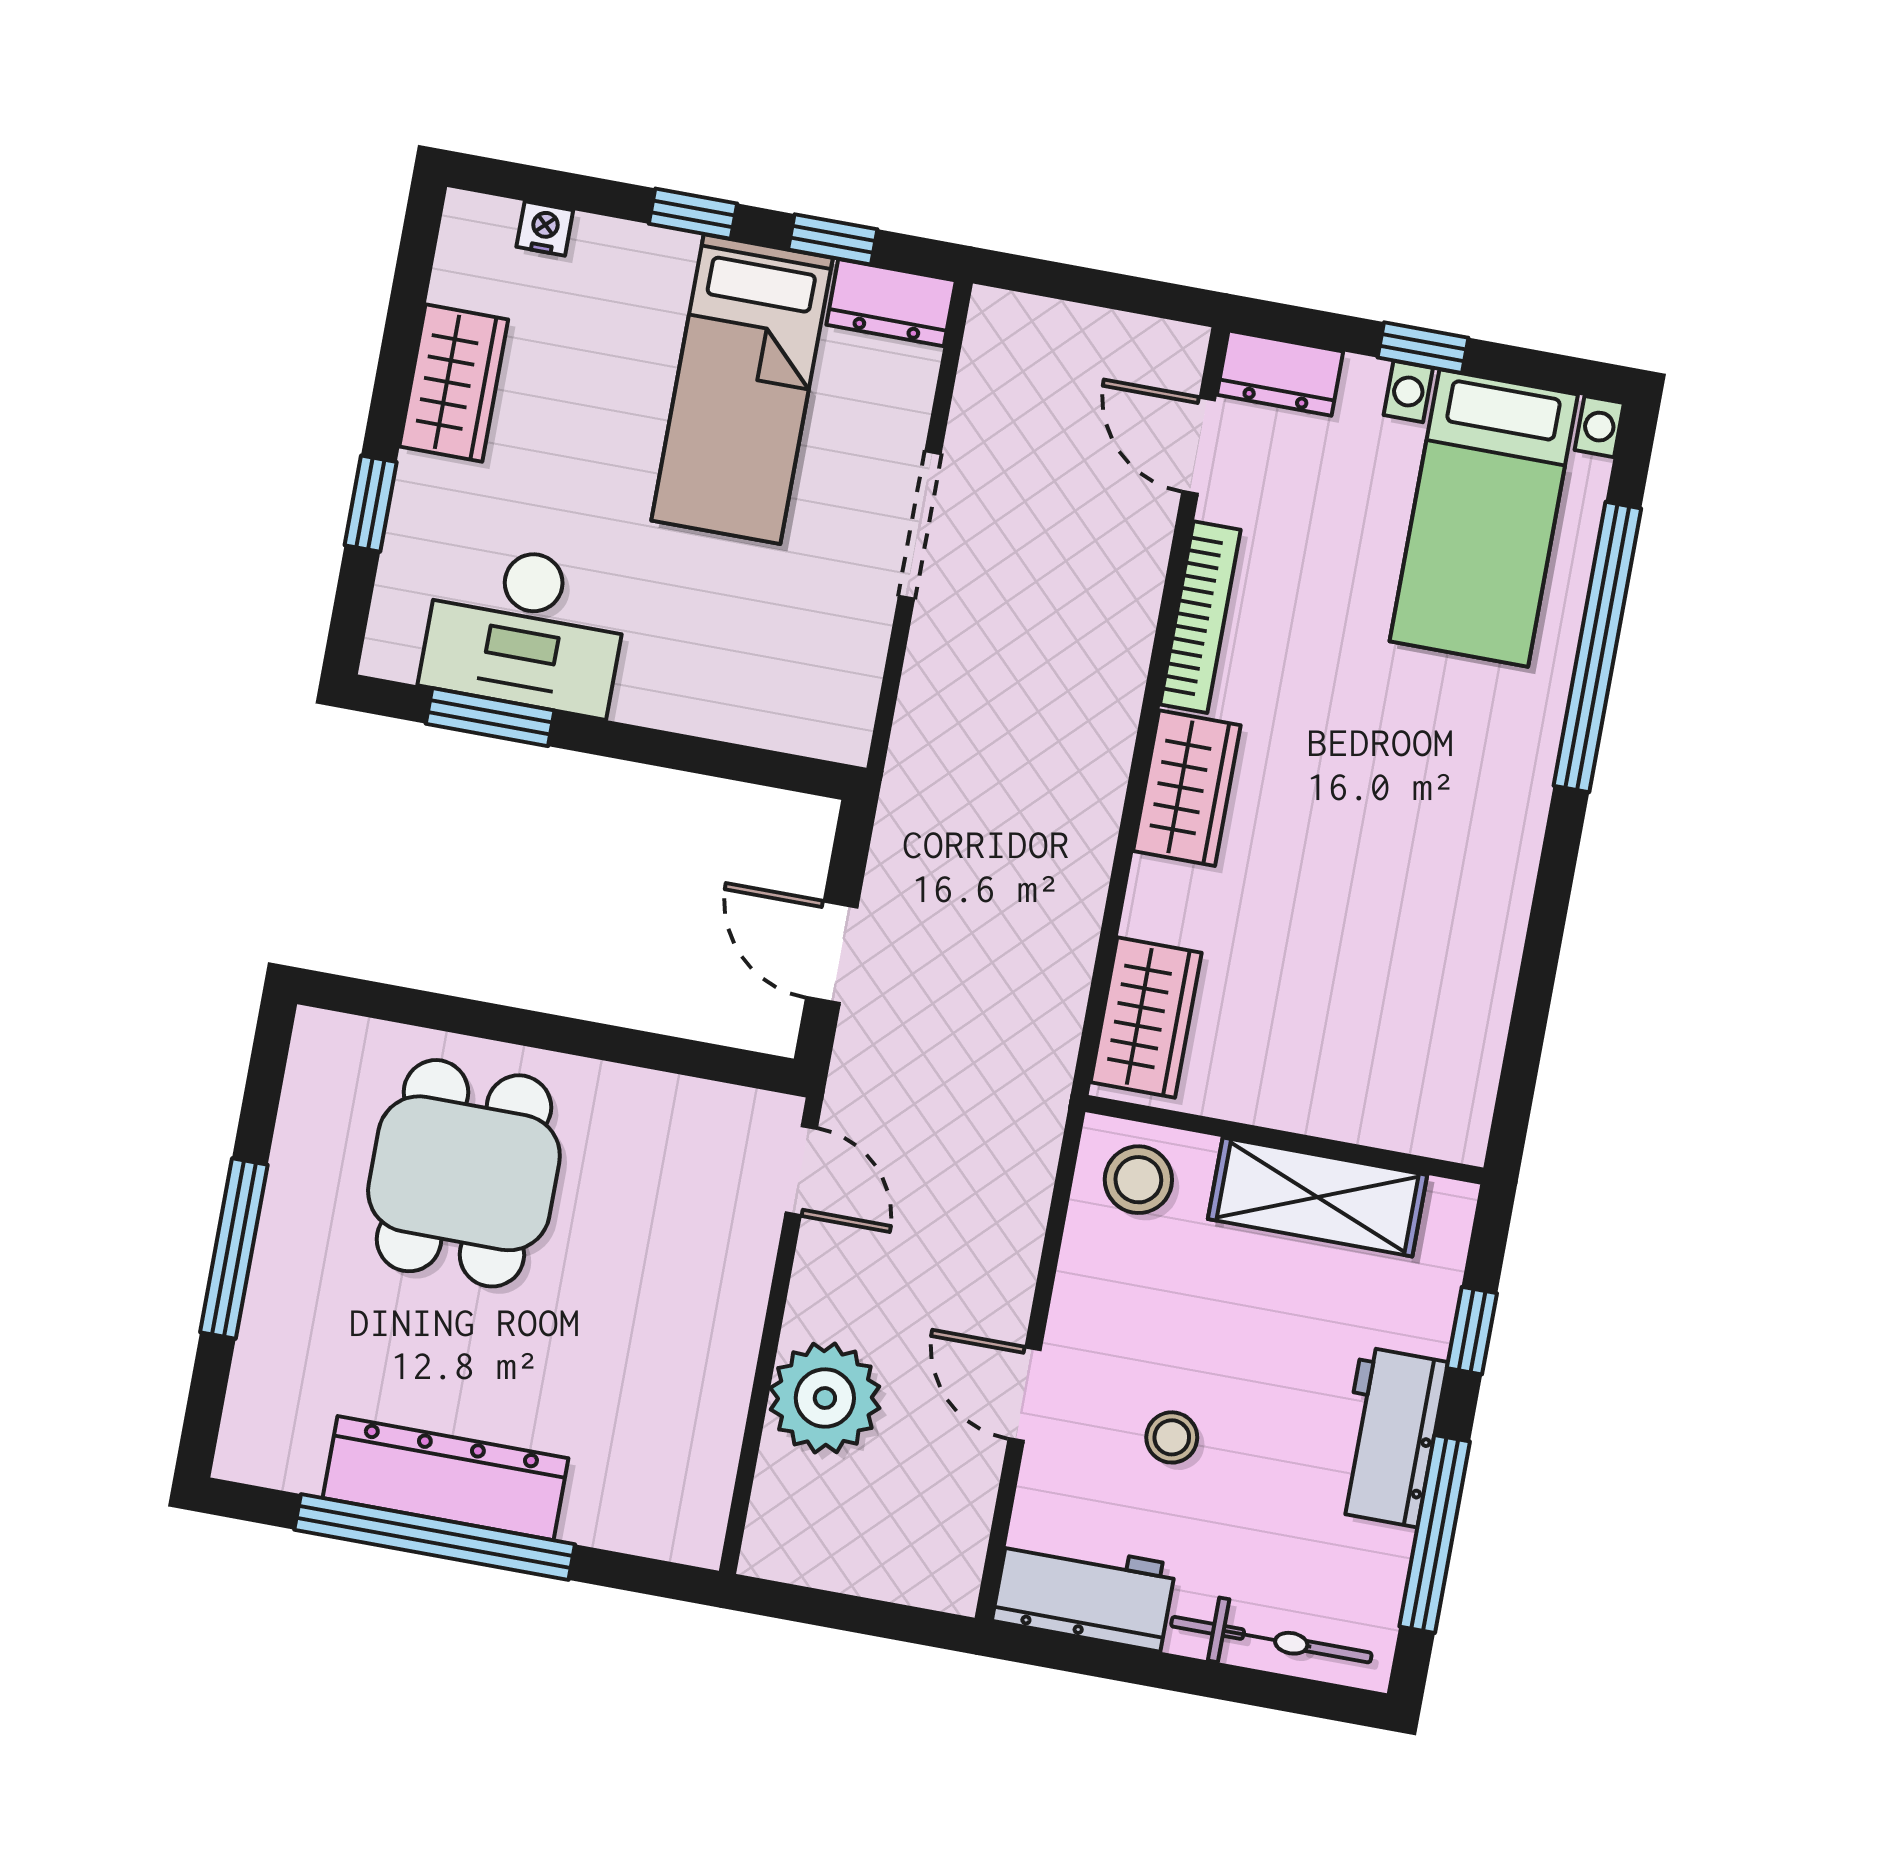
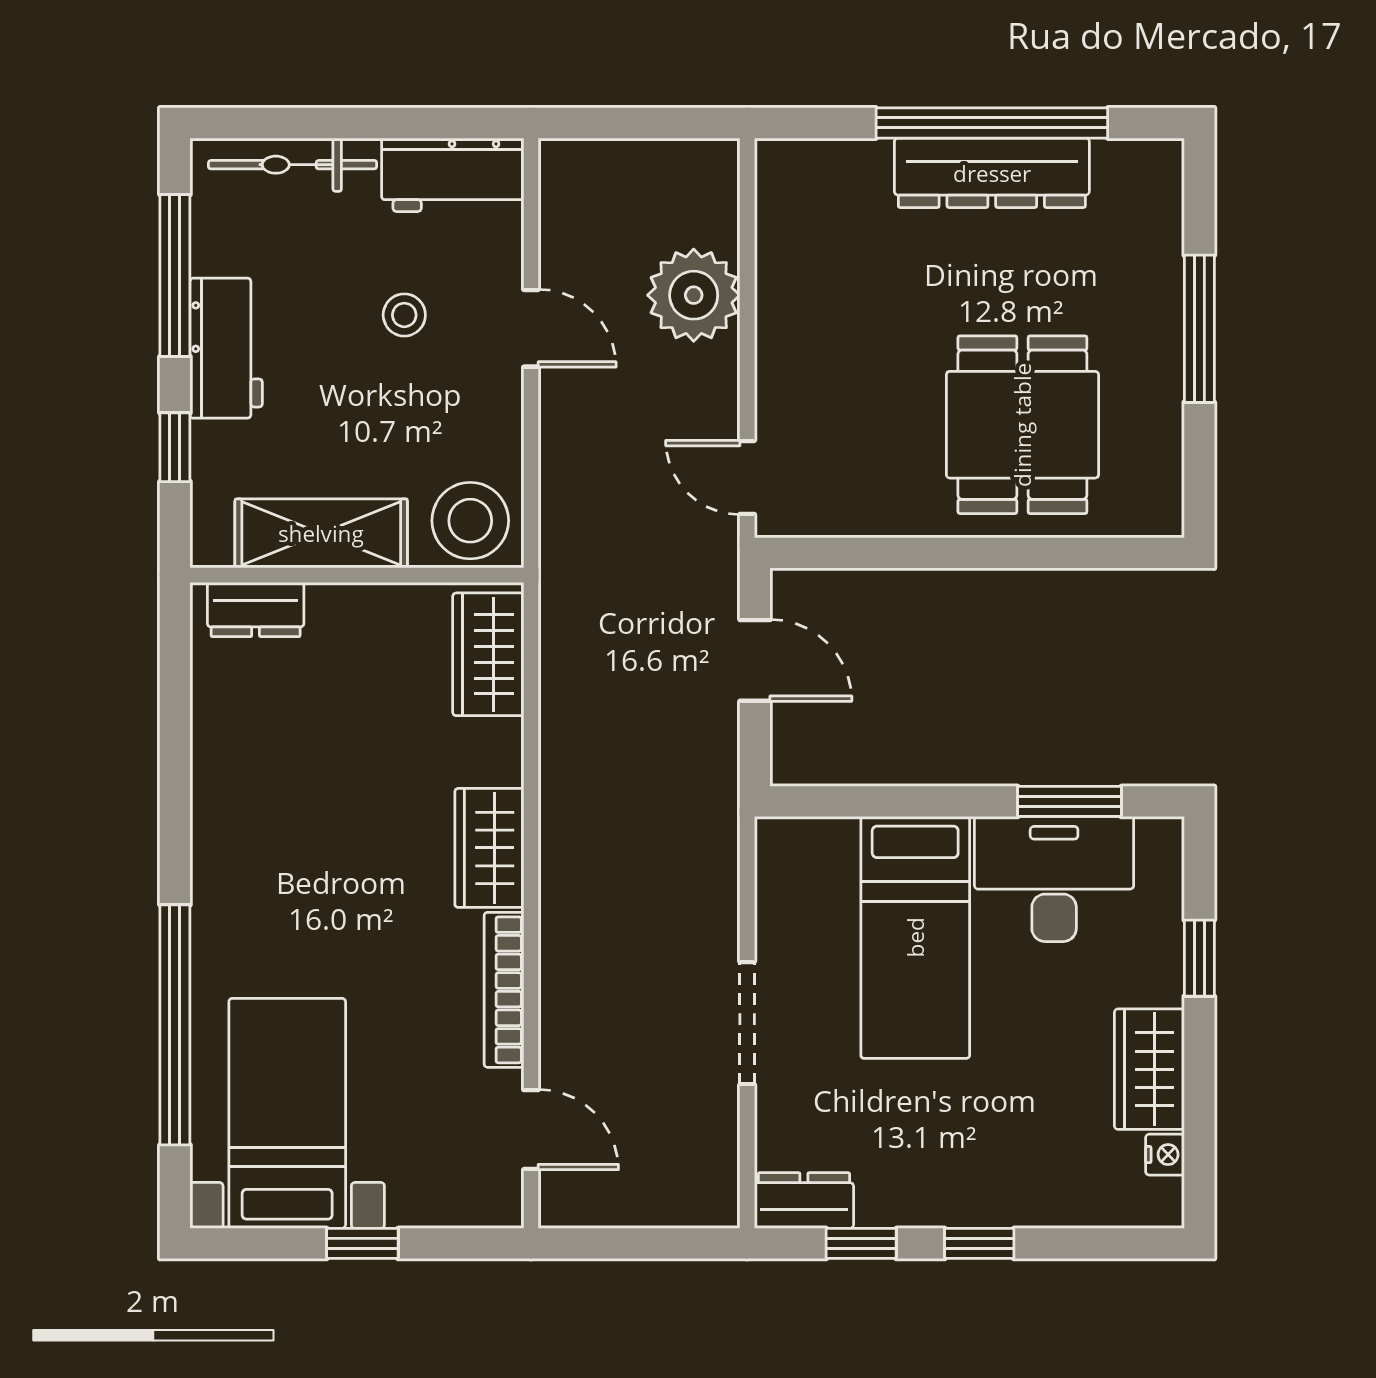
nightstand: (545, 229) -> (1165, 1155), moved, turned -90
dresser: (1280, 373) -> (256, 610), moved, turned 180
bed: (742, 389) -> (915, 937), moved, turned 180
stool: (1138, 1180) -> (470, 521), width x1.38, depth x1.38

